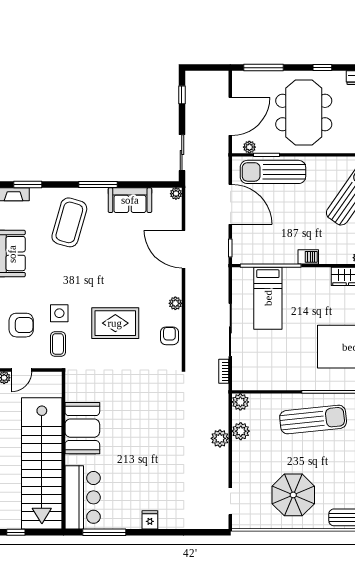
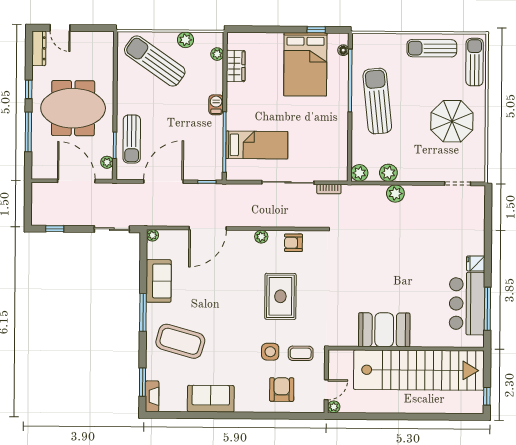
window: (264, 68) -> (28, 132), moved
sun lounger: (273, 172) -> (132, 139), width x0.73, depth x0.75
door: (21, 370) -> (326, 390), hinge flipped
bar counter: (83, 497) -> (467, 304), moved, turned -90

